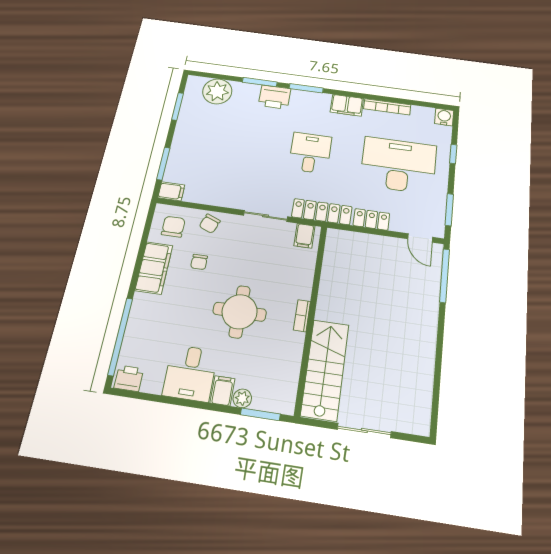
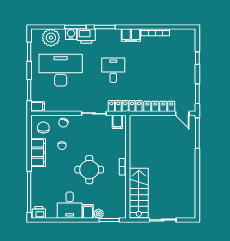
water cooler: (444, 117) -> (71, 34), moved
desk: (398, 165) -> (61, 70), moved
locker: (371, 219) -> (159, 106), width x1.53

